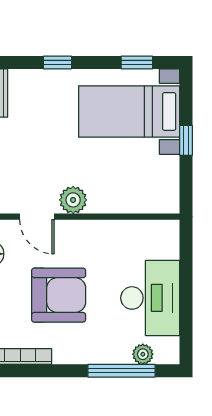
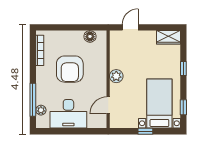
door: (37, 217) -> (108, 105), moved

